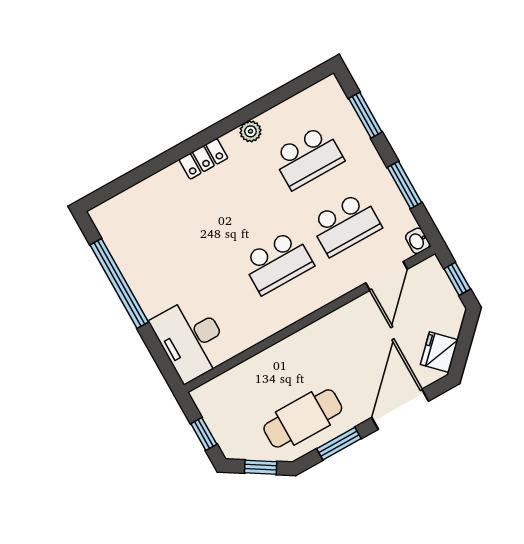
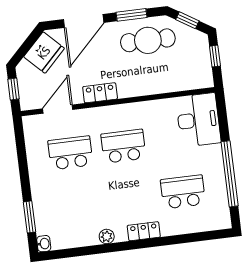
school desk: (308, 157) -> (183, 192), moved
window: (404, 185) -> (23, 162), removed
washbasin: (418, 241) -> (44, 244), moved
locker: (338, 321) -> (100, 93), added
fridge: (439, 352) -> (44, 53), width x1.36, depth x1.34

